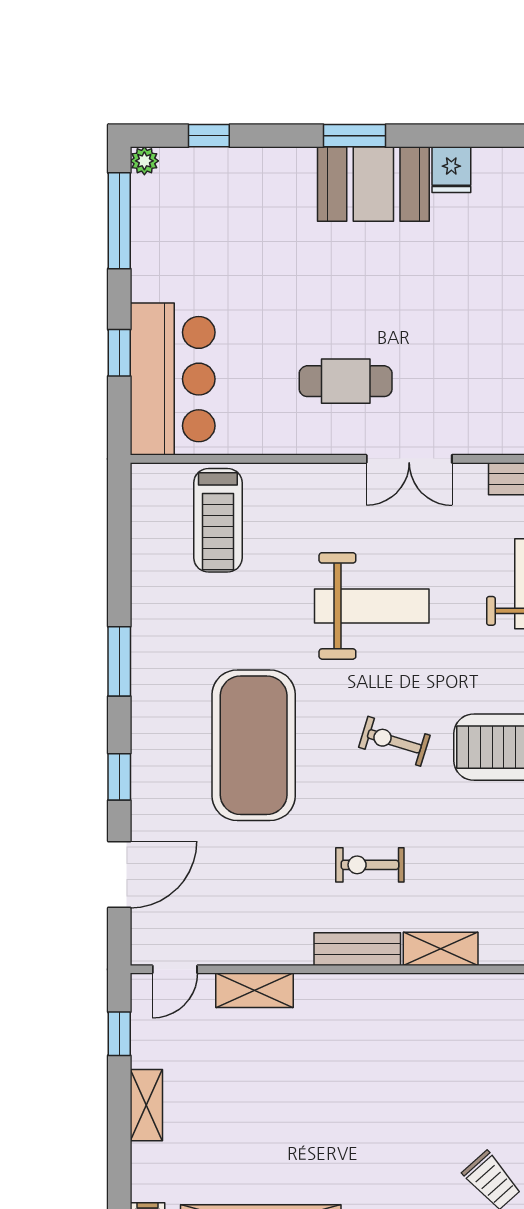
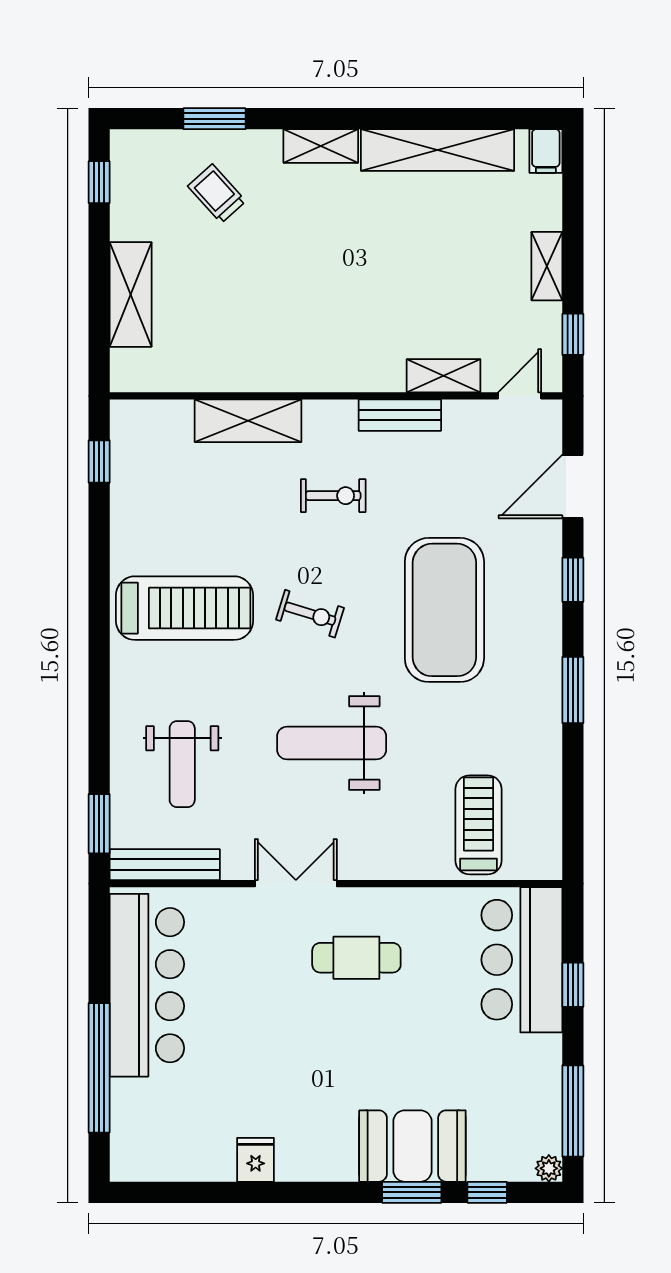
window: (354, 136) -> (412, 1192), moved
booth: (373, 184) -> (412, 1146), moved
bench: (357, 949) -> (400, 415), moved
shelving: (441, 949) -> (248, 421), width x1.50, depth x1.33

